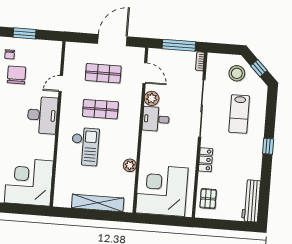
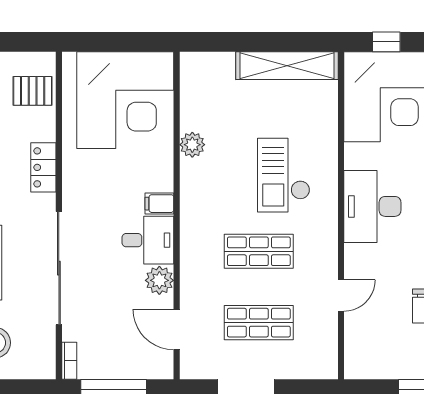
desk: (42, 115) -> (372, 206), moved
filing cabinet: (149, 137) -> (159, 204), added
pallet: (208, 199) -> (33, 91), turned 90
shelving: (98, 203) -> (287, 66), moved
window: (28, 210) -> (386, 42), added

